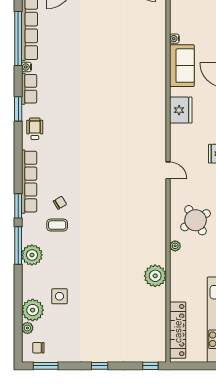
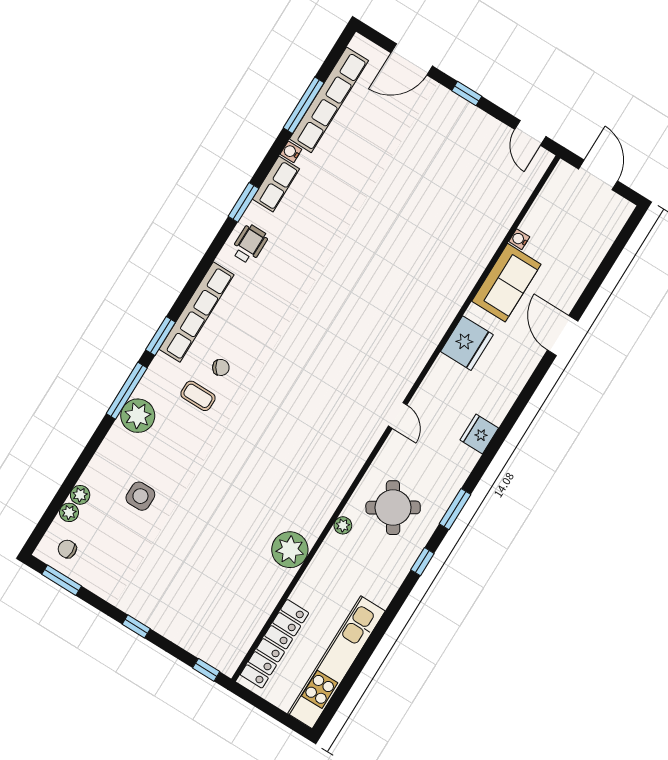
window: (18, 38) -> (304, 105), width x0.68
plant: (33, 310) -> (80, 495), width x0.53, depth x0.53

